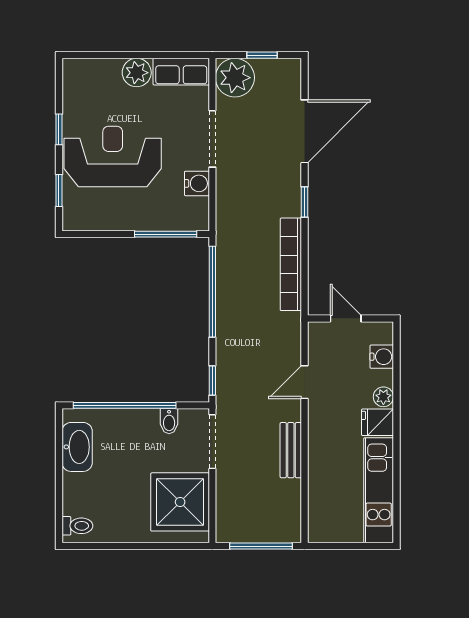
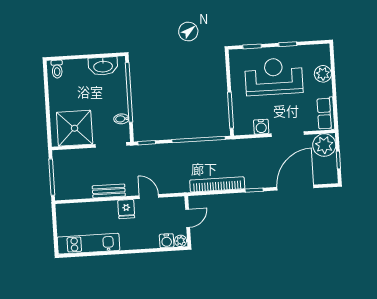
plant: (137, 73) -> (323, 74), moved
door: (304, 131) -> (295, 188), swing flipped
reception desk: (113, 156) -> (274, 76), turned -90
plant: (383, 397) -> (181, 241), moved
fridge: (377, 422) -> (126, 209), moved, turned 180

